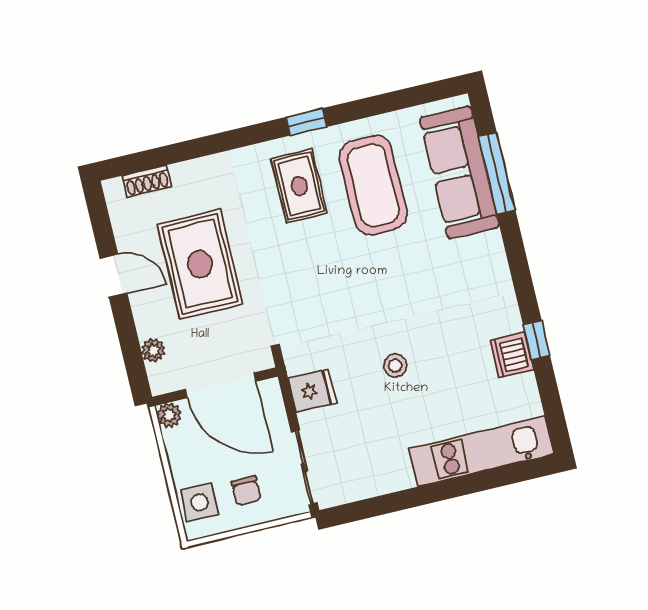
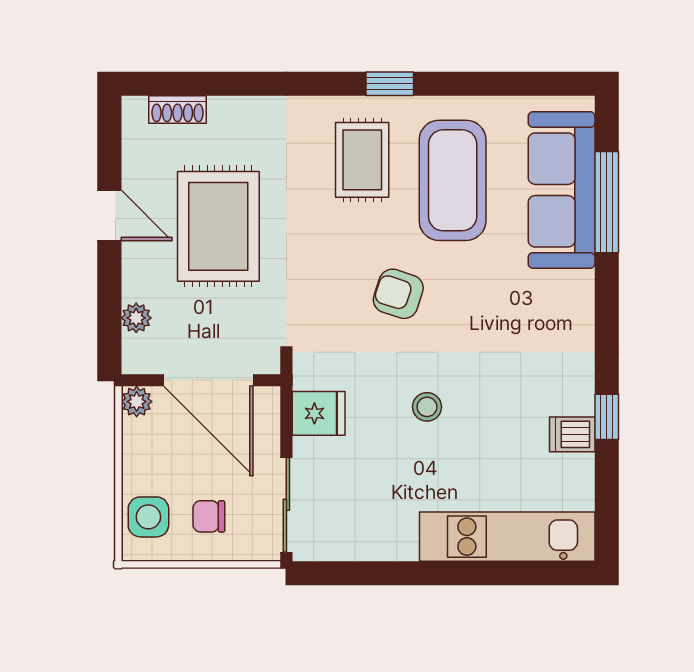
armchair: (352, 283) -> (398, 294), added
dishwasher: (512, 355) -> (572, 434), width x0.73
chair: (246, 491) -> (209, 516), turned 90

